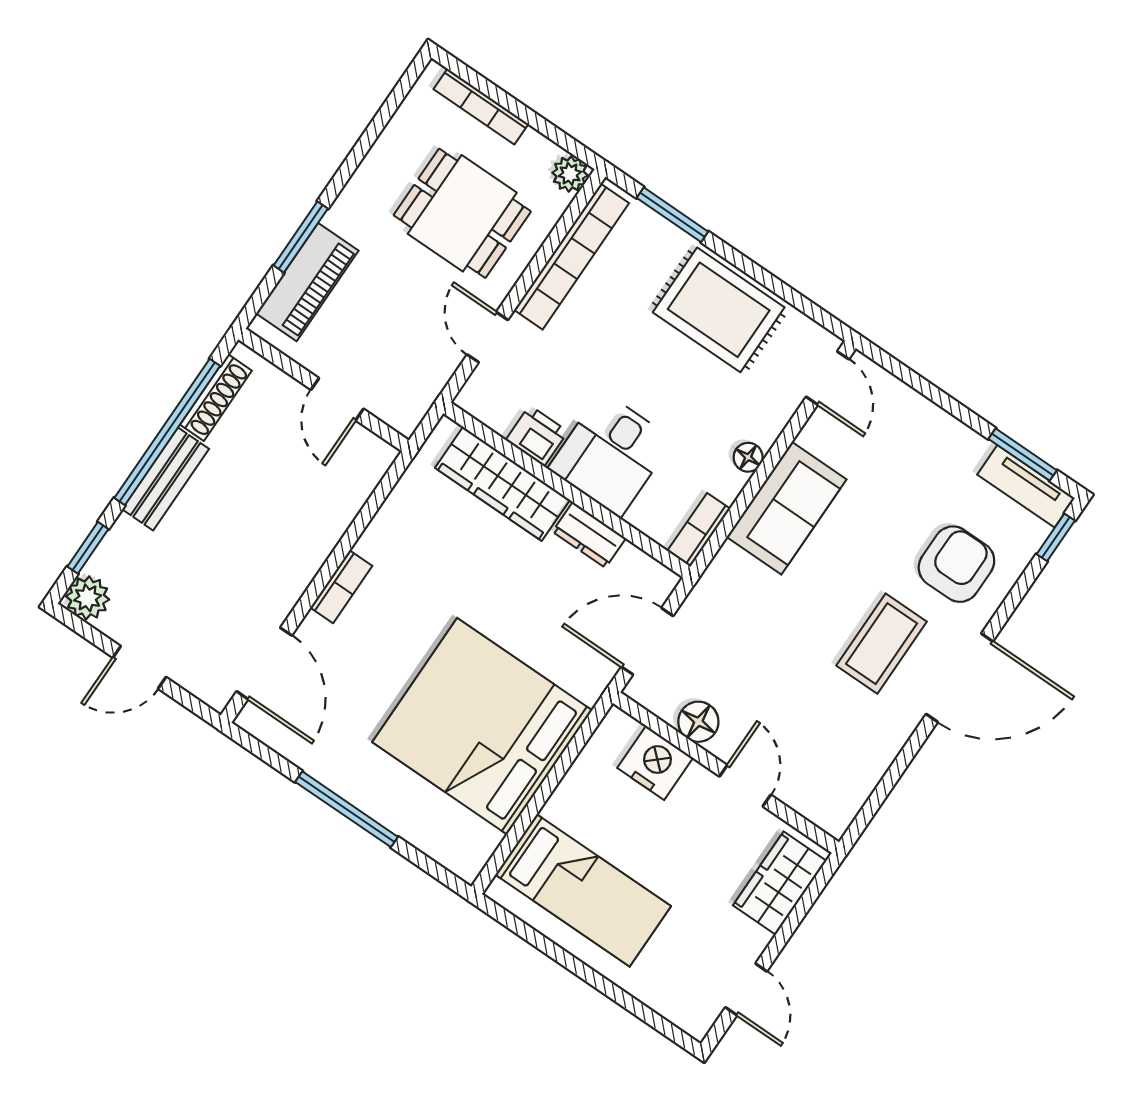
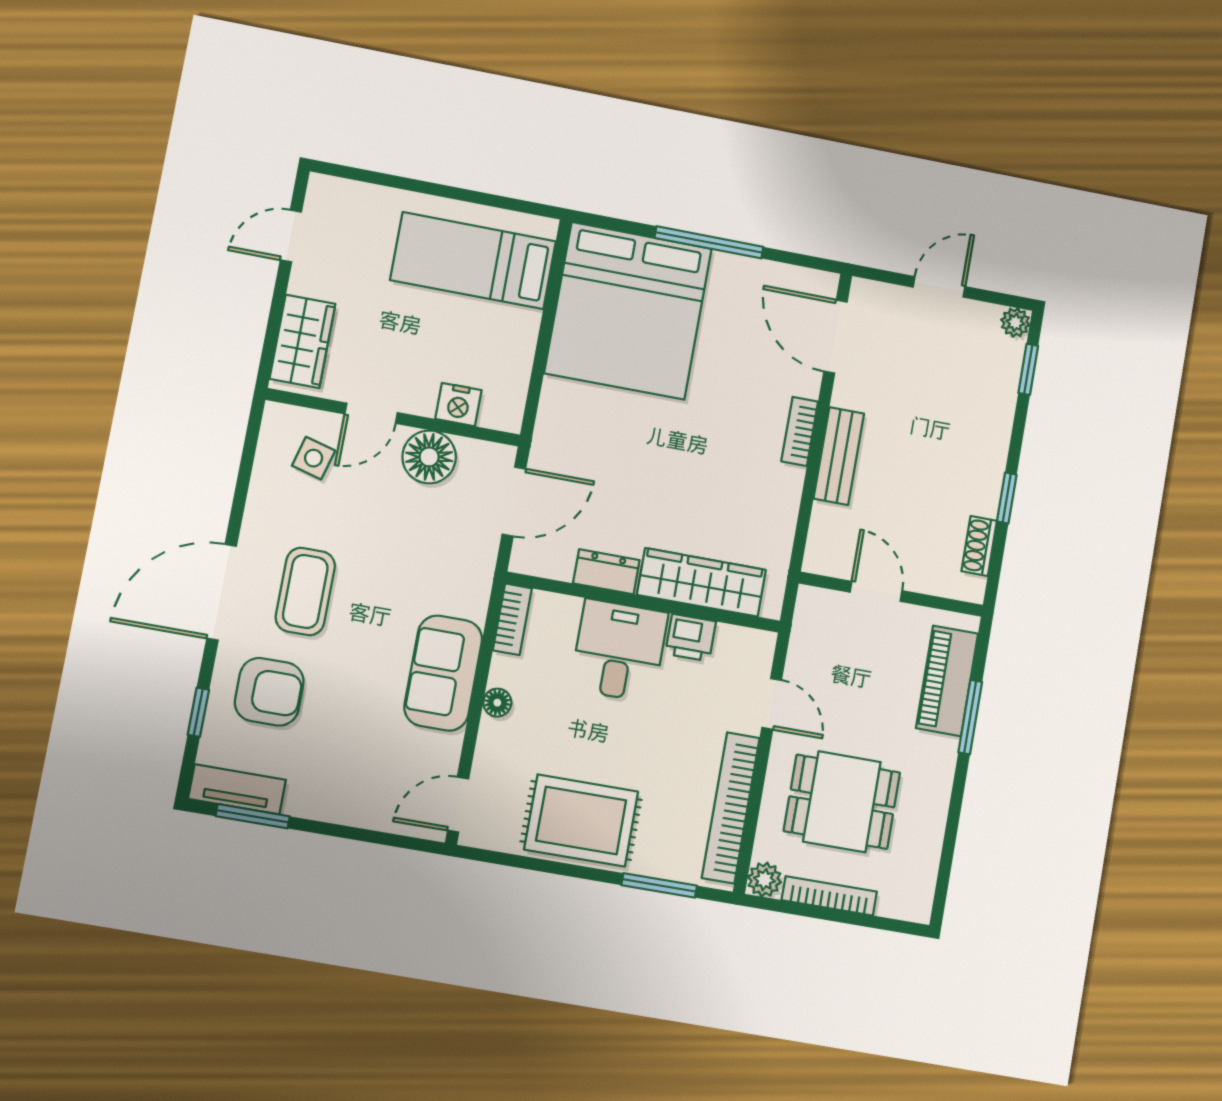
bookcase: (481, 107) -> (829, 896), moved
door: (828, 378) -> (458, 805), hinge flipped
shoe rack: (216, 398) -> (979, 546), width x0.70
window: (167, 432) -> (1007, 498), width x0.32
bench: (166, 479) -> (839, 456), moved
window: (1056, 537) -> (198, 712), moved
armchair: (956, 564) -> (269, 692), turned -90
plant: (88, 598) -> (1015, 322), width x0.73, depth x0.73
floor lamp: (698, 722) -> (429, 457), width x1.38, depth x1.38
bed: (482, 726) -> (628, 311), moved, turned 90
nightstand: (655, 763) -> (458, 405), width x0.74, depth x0.75
side table: (818, 767) -> (314, 458), added
door: (745, 786) -> (371, 413), hinge flipped
door: (746, 989) -> (291, 236), hinge flipped

